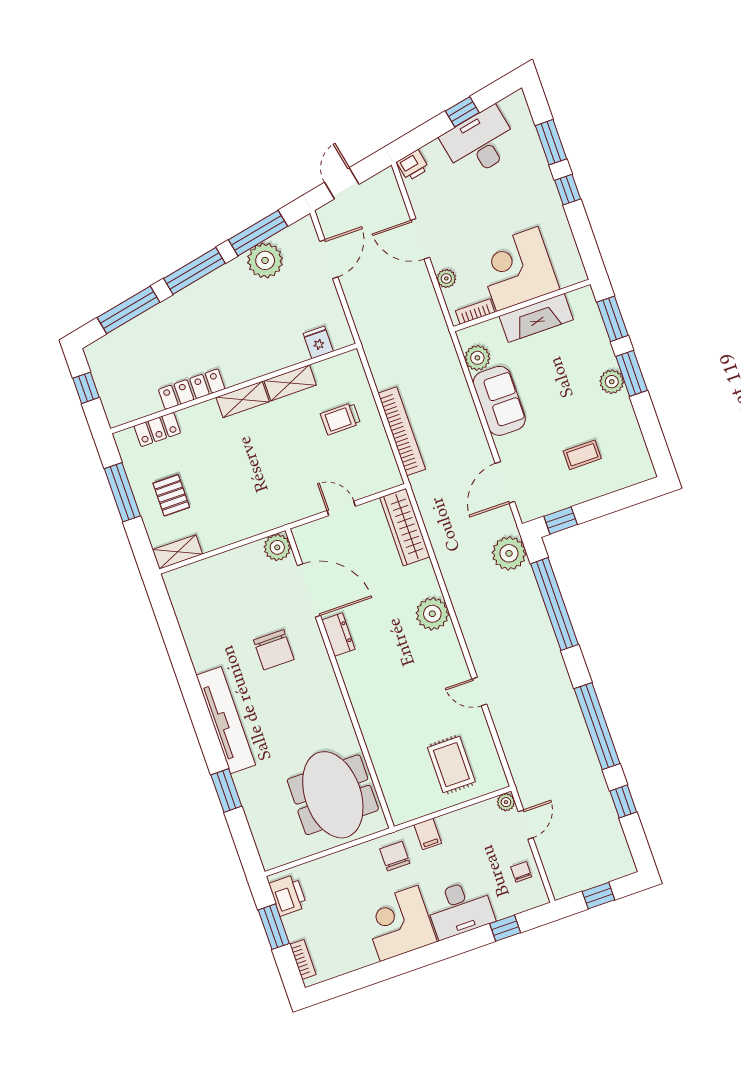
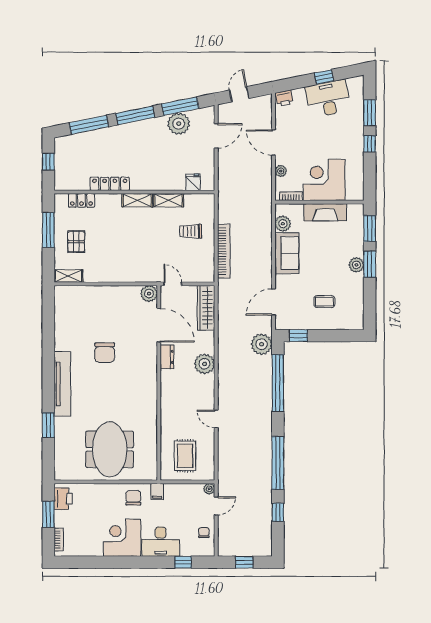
plant: (277, 547) -> (149, 294), moved
door: (309, 590) -> (159, 325), moved
dresser: (338, 635) -> (167, 357), moved
wall: (340, 679) -> (159, 383), moved

